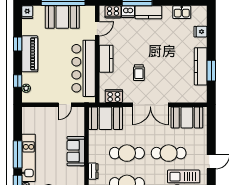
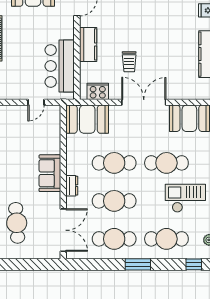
bar counter: (84, 68) -> (60, 66), width x0.73
double door: (150, 105) -> (144, 102), swing flipped
sofa: (76, 151) -> (50, 173), moved

